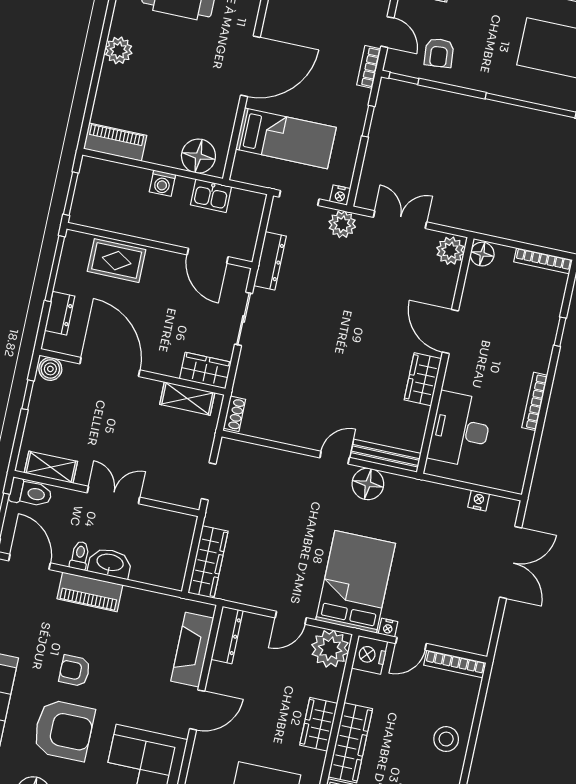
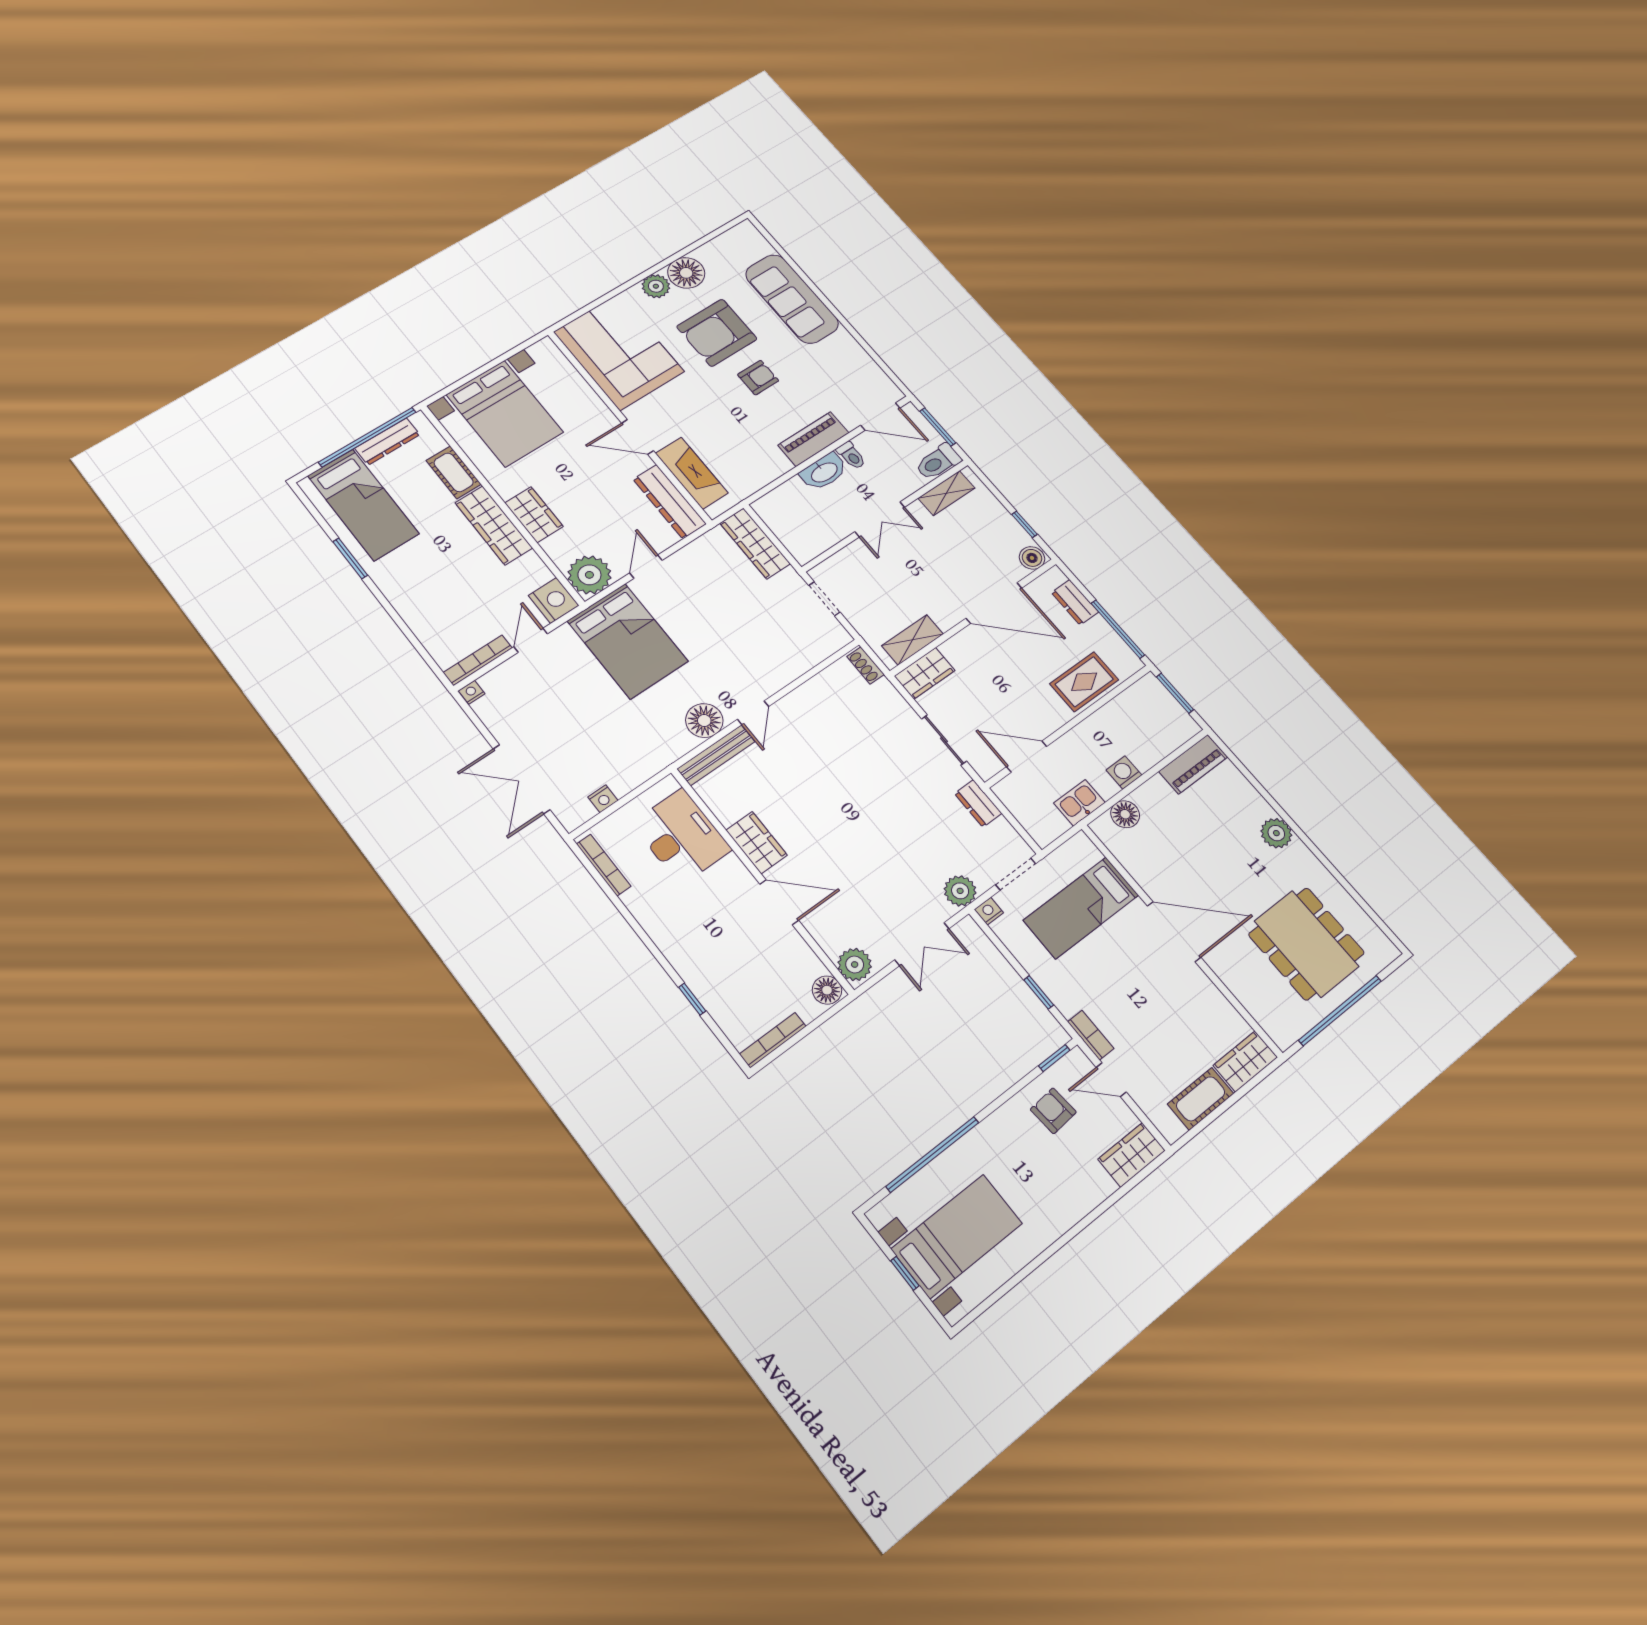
door: (250, 66) -> (1174, 932), swing flipped
floor lamp: (198, 156) -> (1125, 814), width x0.73, depth x0.73
dresser: (270, 261) -> (978, 803), width x0.70
bookcase: (535, 401) -> (604, 865), moved
nightstand: (388, 628) -> (472, 692), moved
dresser: (227, 635) -> (670, 501), width x1.37, depth x1.24
door: (197, 710) -> (638, 437), hinge flipped
stool: (446, 739) -> (420, 600), removed

